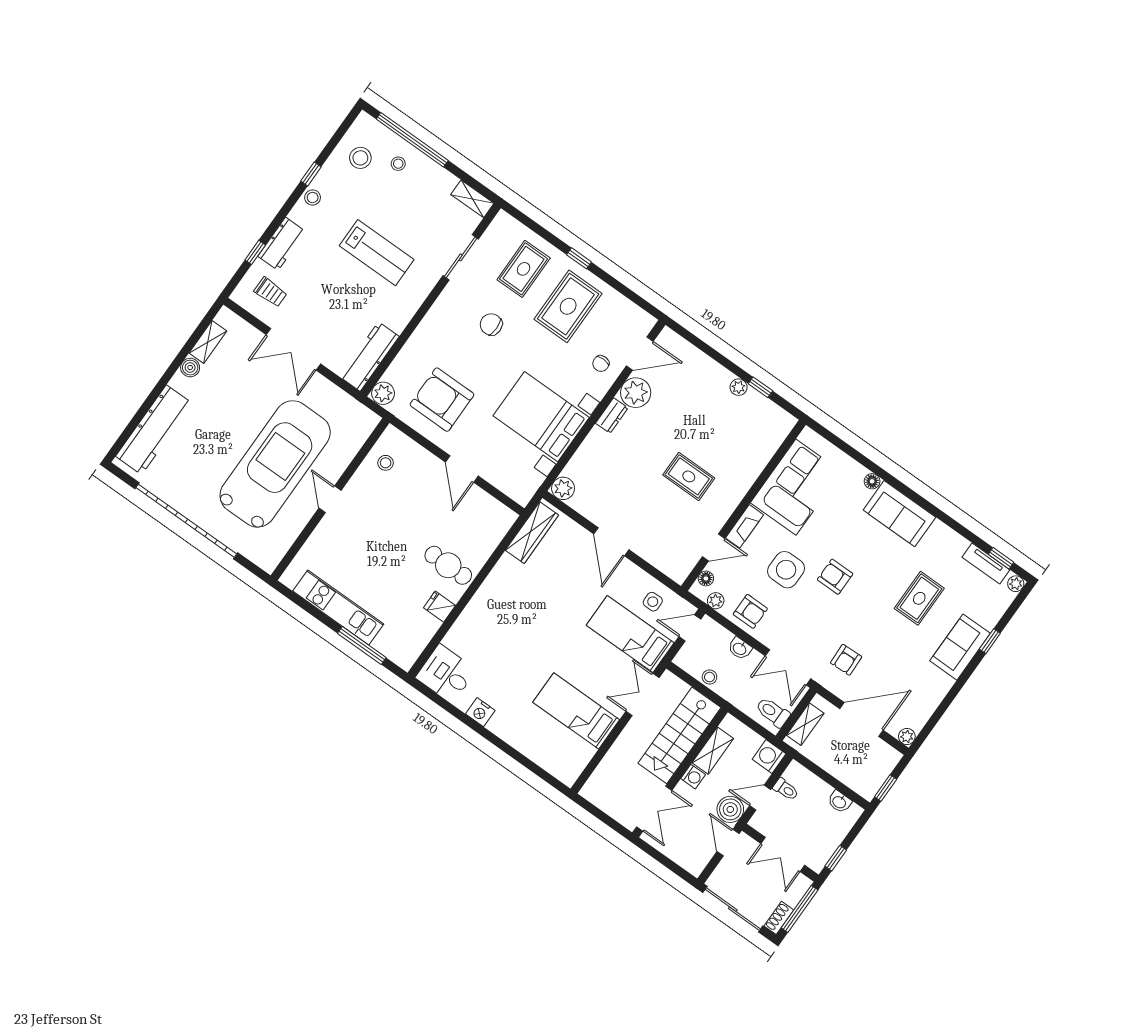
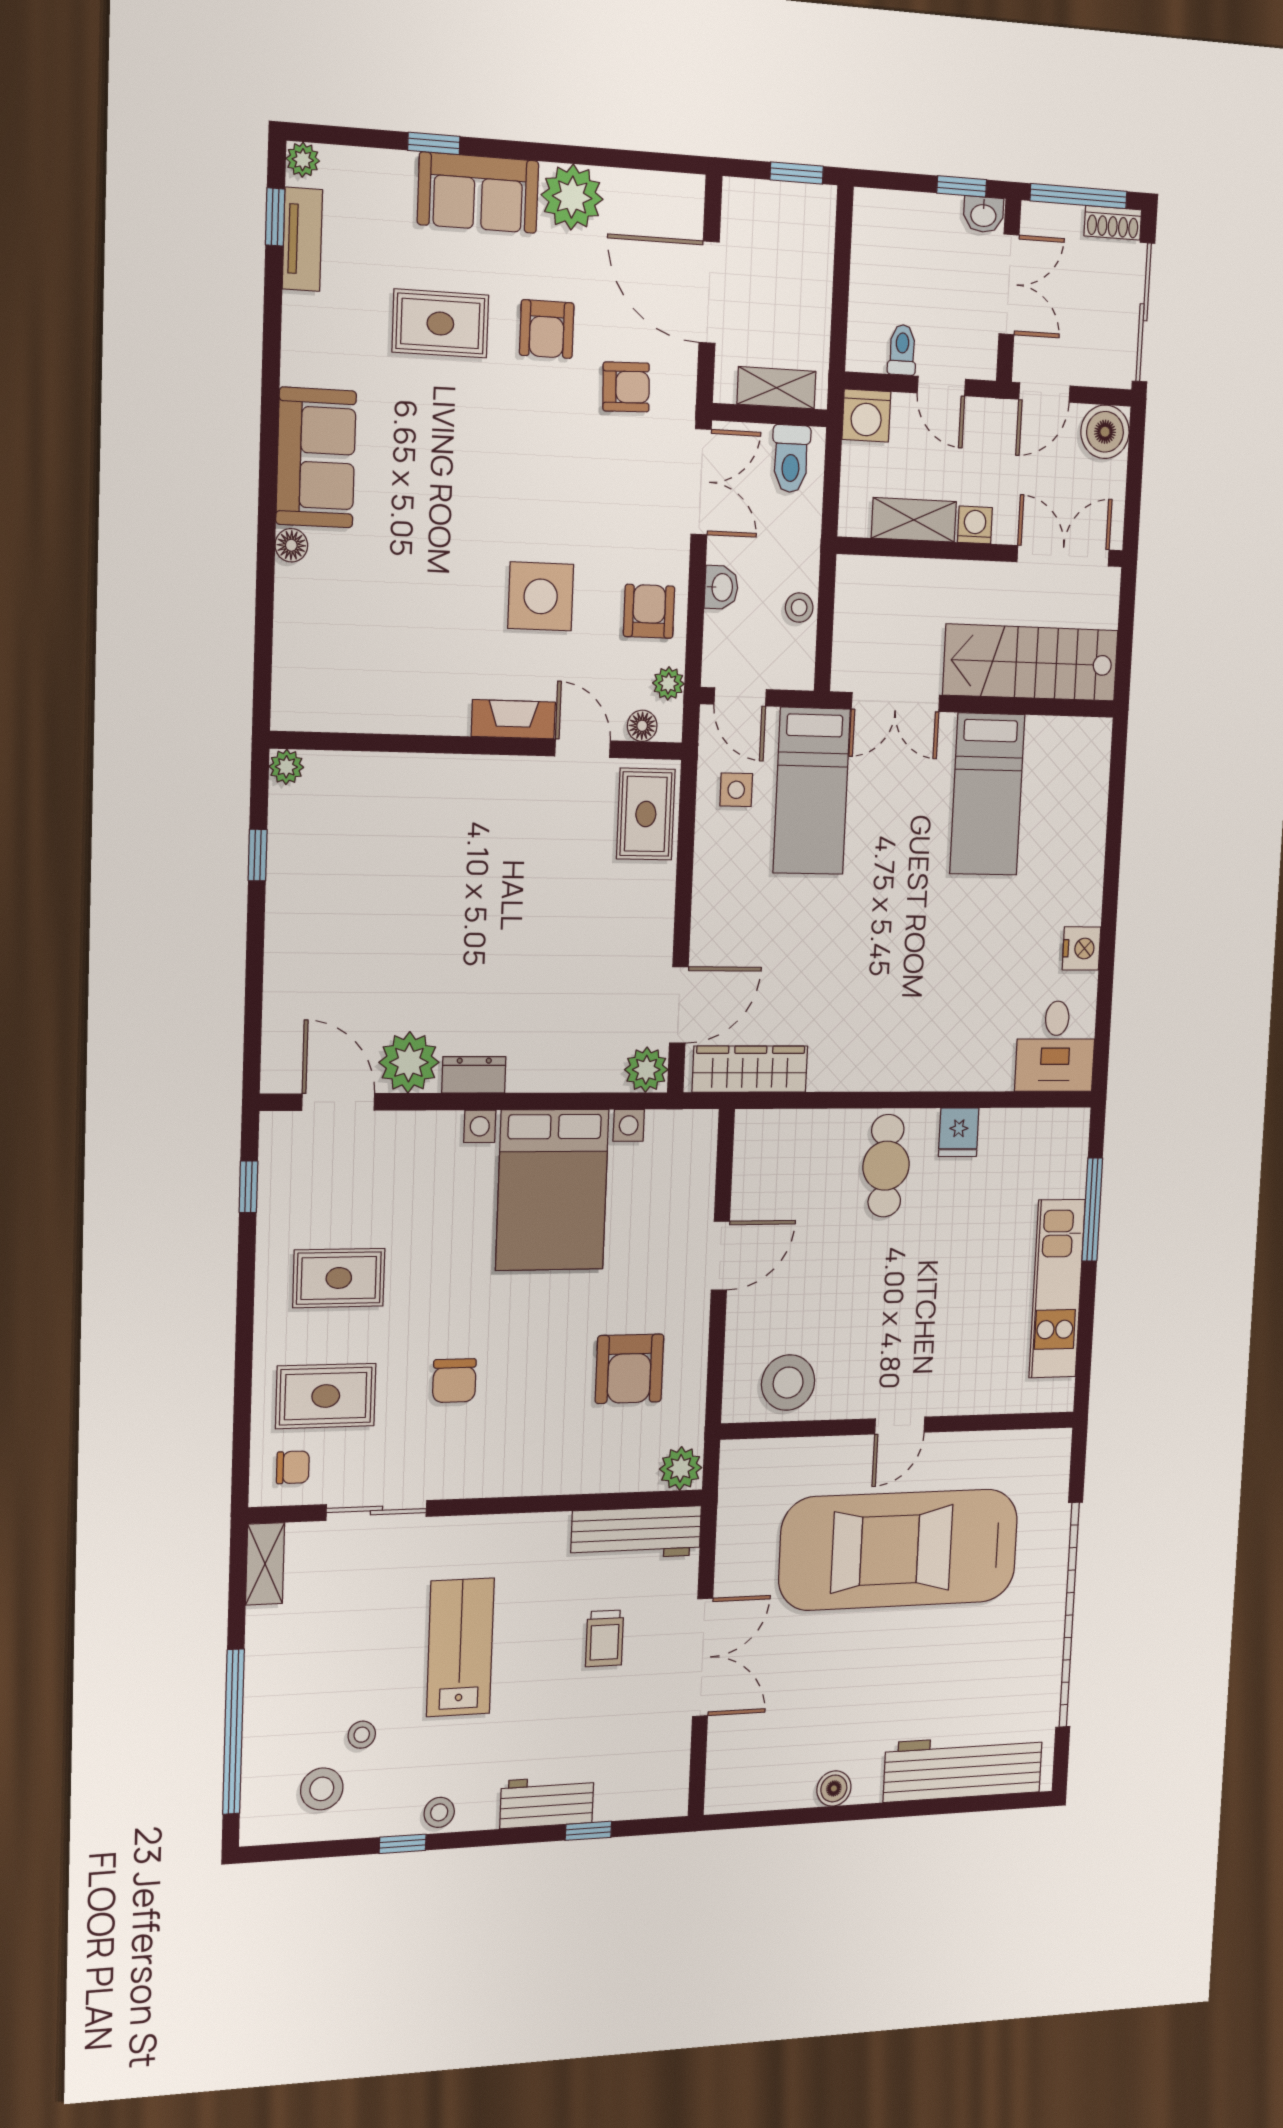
stool: (398, 164) -> (362, 1735), moved
window: (579, 258) -> (248, 1187), moved
trolley: (271, 292) -> (605, 1638), moved, turned 180
rug: (568, 306) -> (339, 1278), width x0.73, depth x0.70
shelving: (208, 342) -> (777, 1793), removed
chair: (601, 364) -> (293, 1467), moved
plant: (739, 387) -> (286, 767), moved
armchair: (442, 400) -> (629, 1369), width x0.73, depth x0.73
stool: (386, 463) -> (788, 1383), width x1.89, depth x1.89
rug: (689, 476) -> (646, 814), moved
corner sofa: (796, 487) -> (389, 675), removed
door: (611, 542) -> (679, 1005), moved
armchair: (835, 577) -> (547, 329), moved
stairs: (679, 735) -> (1031, 663), moved, turned 180
plant: (907, 737) -> (572, 197), moved, width x1.88, depth x1.88
washbasin: (839, 802) -> (983, 215), moved, turned 90
boiler: (730, 809) -> (1105, 432), moved

